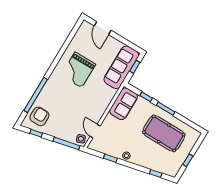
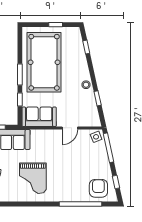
grand piano: (78, 70) -> (33, 178), turned 90
armchair: (39, 116) -> (98, 188), turned 90
door: (95, 131) -> (70, 128), moved
pool table: (164, 133) -> (44, 62), width x1.36, depth x1.32

